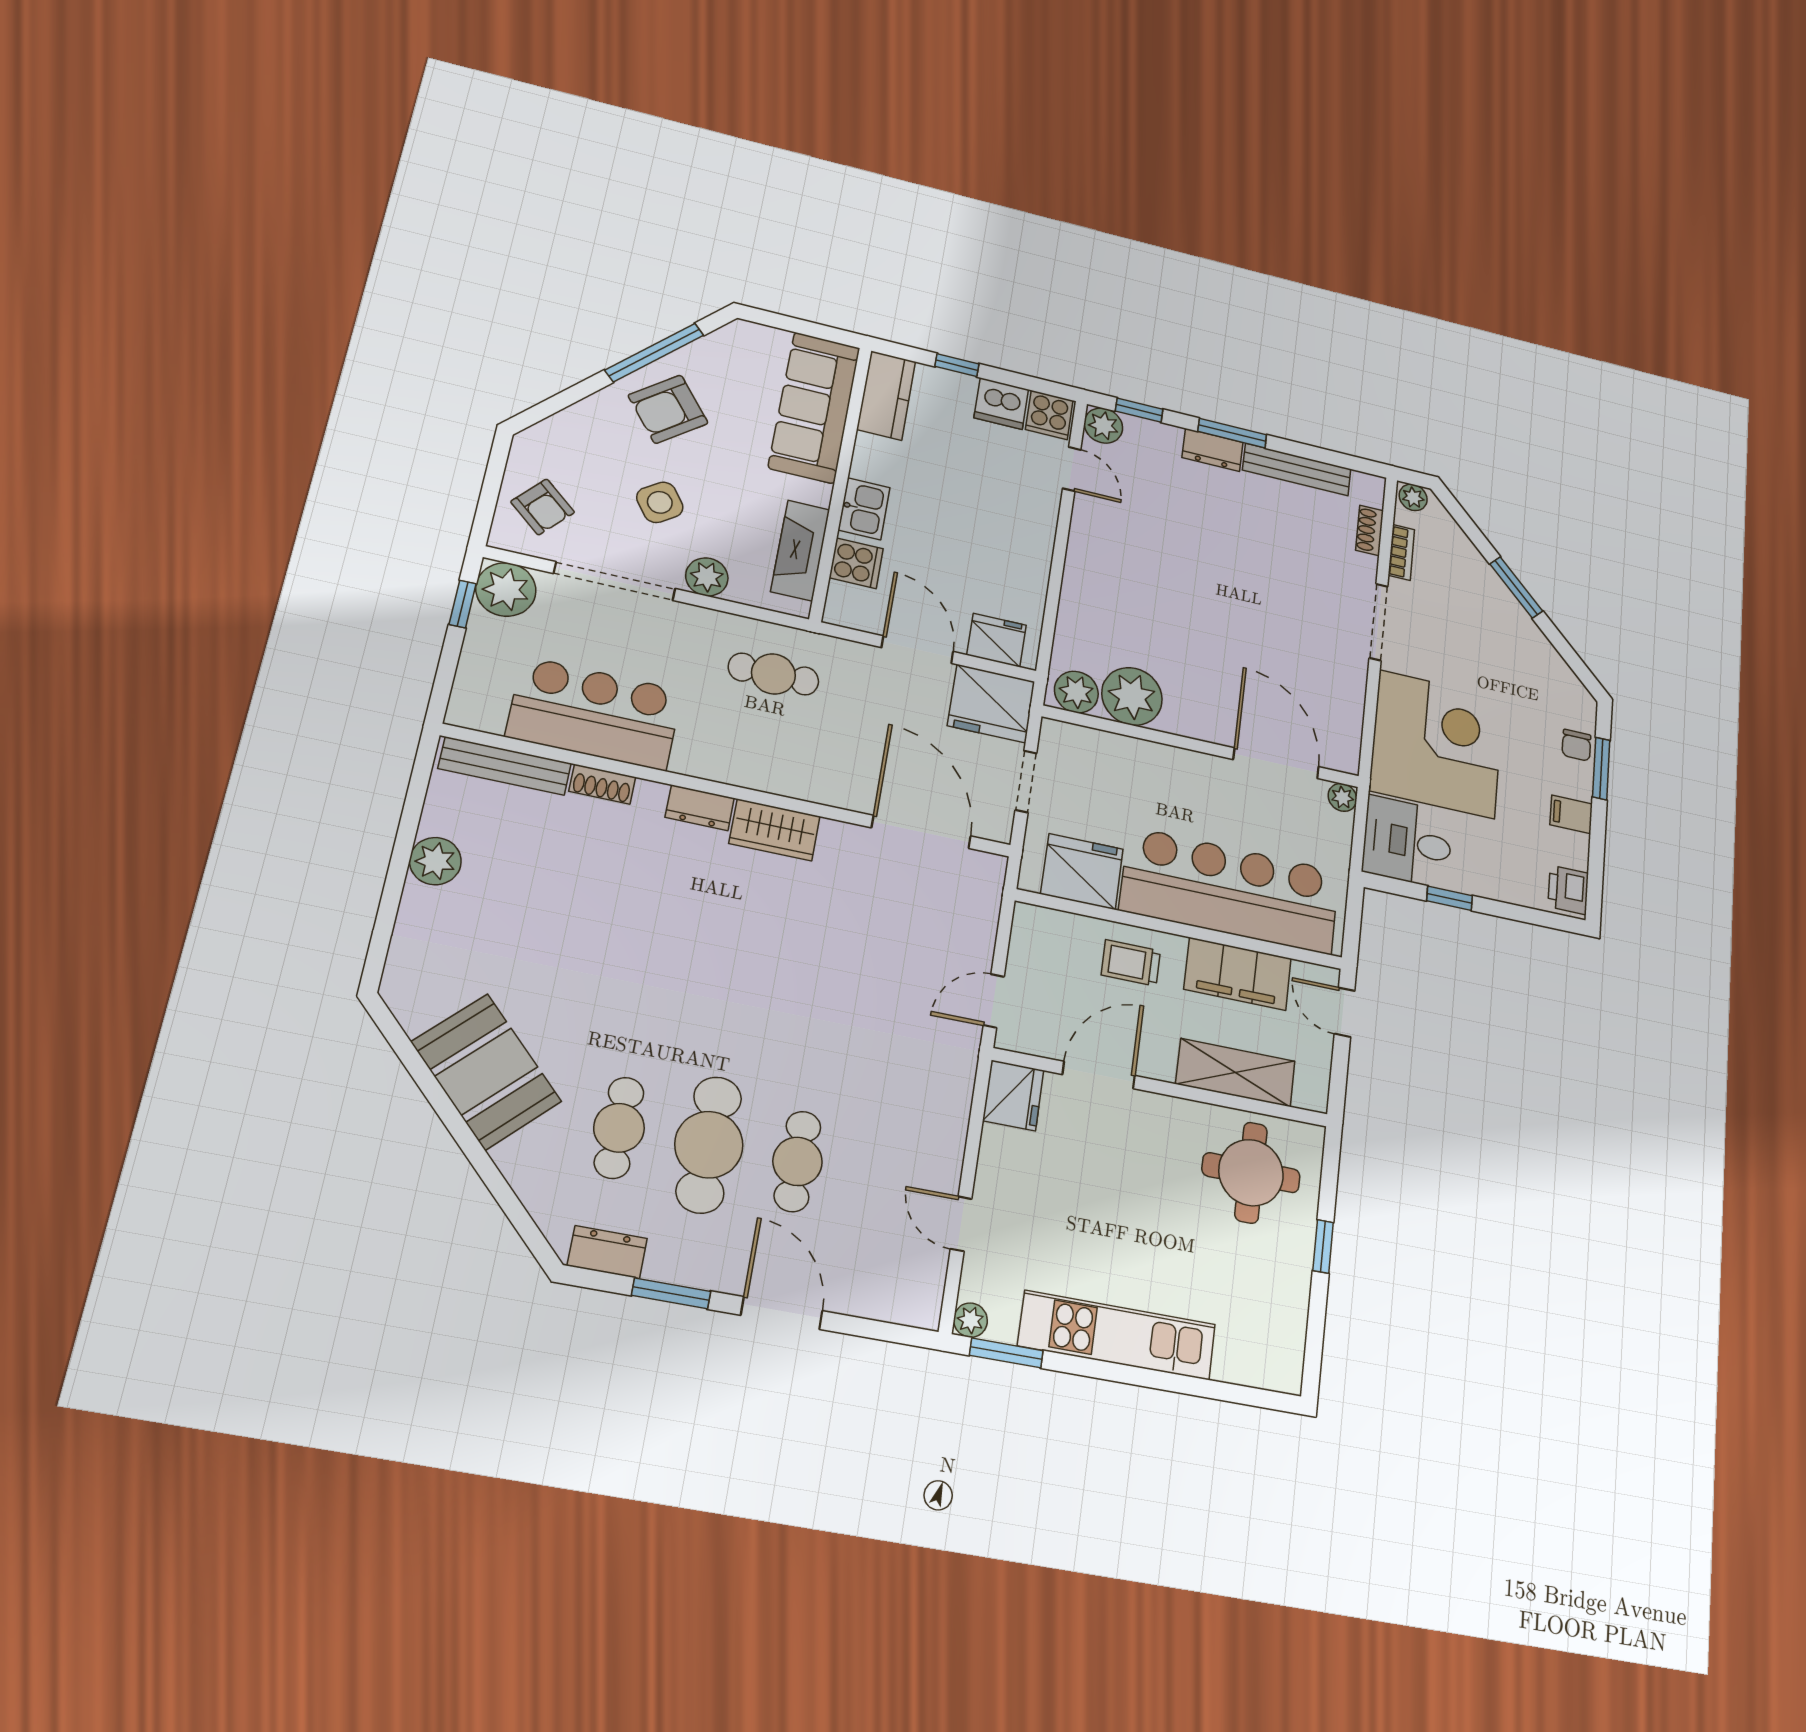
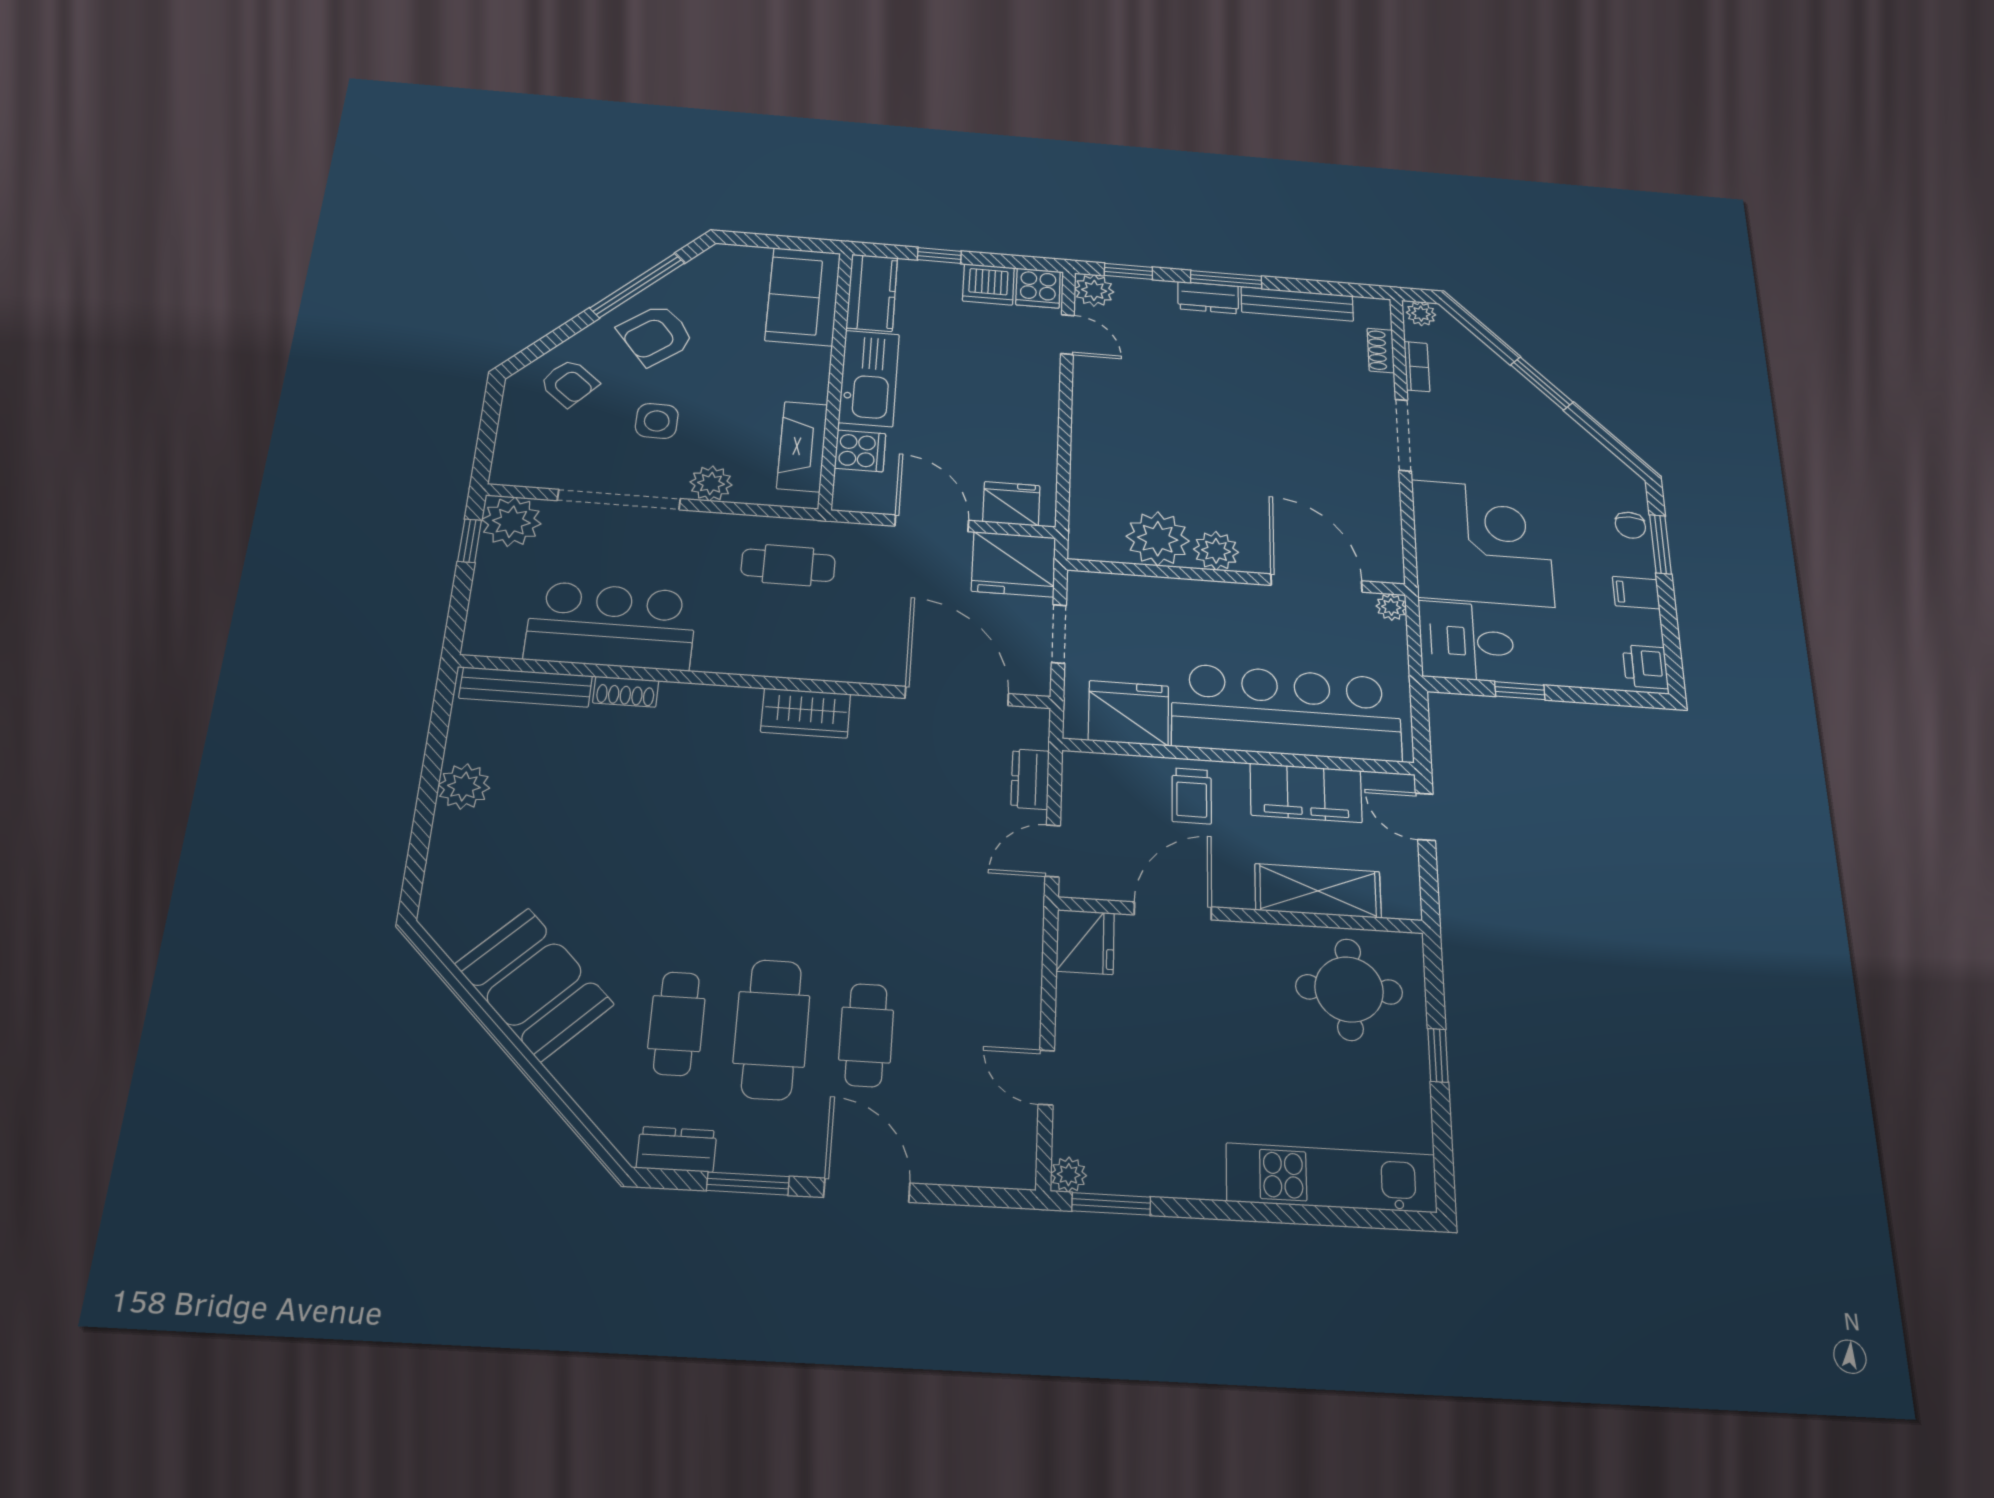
sofa: (814, 407) -> (803, 297), width x0.73
side table: (660, 502) -> (657, 421), turned 36
armchair: (543, 507) -> (569, 383), moved
kitchen sink: (864, 509) -> (869, 378), width x1.88, depth x1.24
plant: (1076, 692) -> (1216, 551), moved
dresser: (700, 808) -> (1030, 779), moved, turned 90
trolley: (1131, 963) -> (1192, 796), turned -90
kitchen unit: (1117, 1335) -> (1331, 1178), moved

